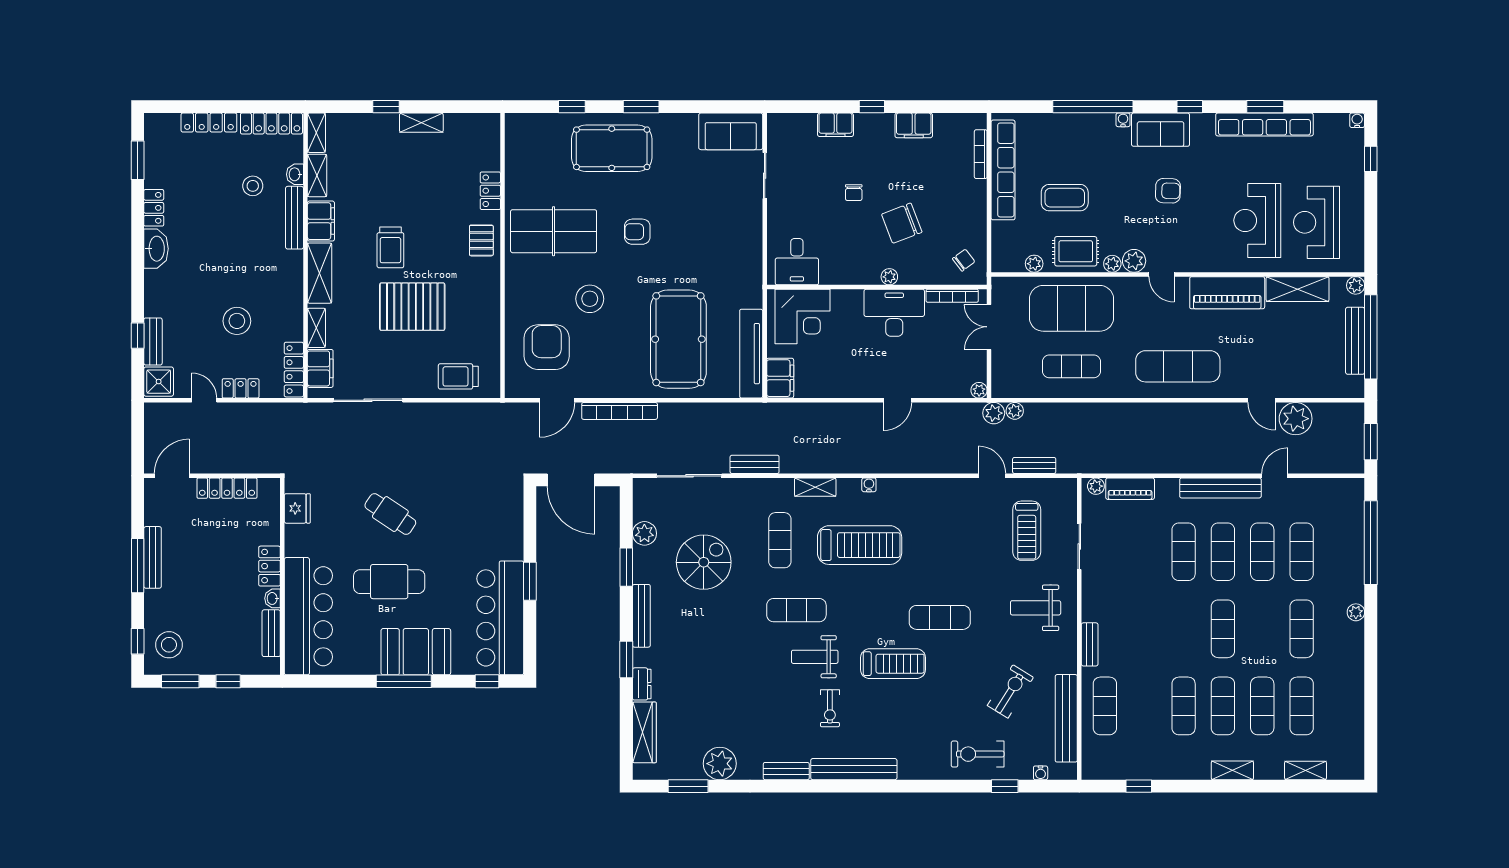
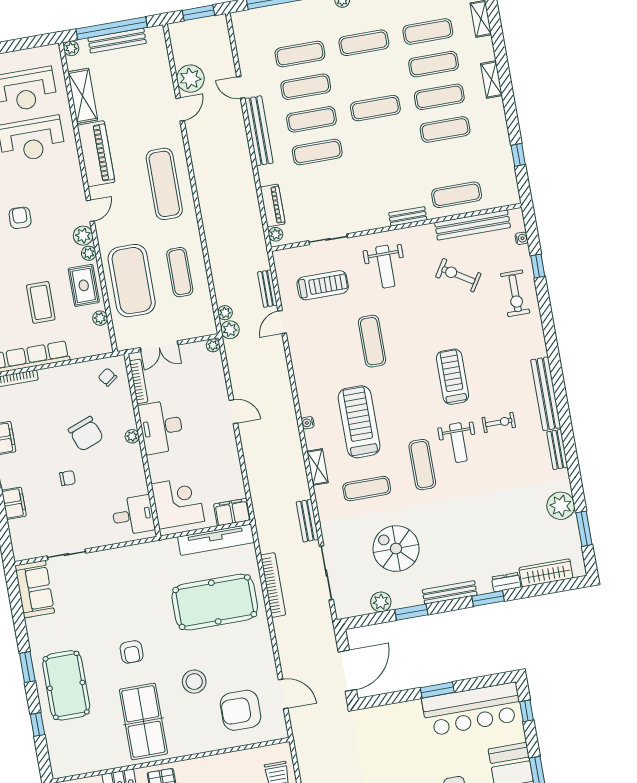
bookcase: (620, 411) -> (273, 585), moved
exercise mat: (940, 617) -> (372, 341), moved

